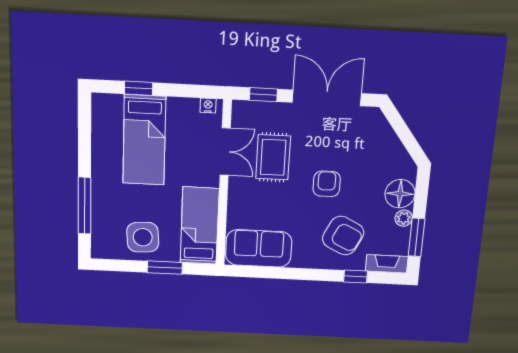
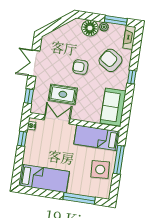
window: (139, 88) -> (22, 139), moved
double door: (327, 98) -> (34, 63), width x0.73
bed: (144, 140) -> (44, 178), moved
armchair: (343, 236) -> (111, 60), turned -83
window: (165, 268) -> (119, 160), width x1.44
window: (356, 277) -> (132, 77), moved

